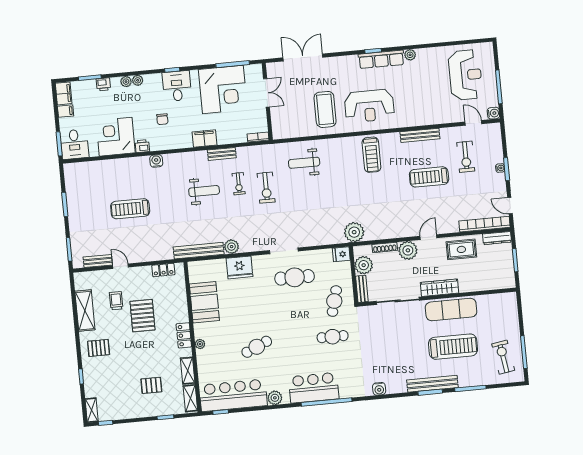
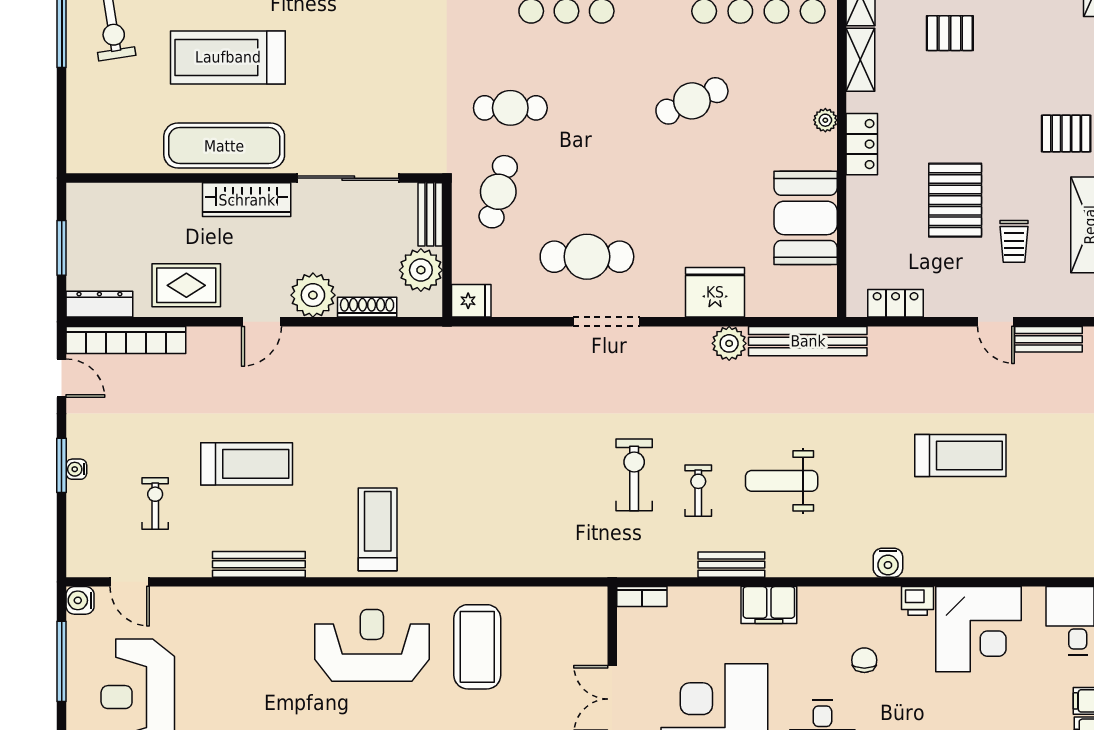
exercise bike: (466, 157) -> (155, 503), width x0.73, depth x0.72
weight bench: (304, 163) -> (539, 525), removed
plant: (354, 232) -> (436, 350), removed

